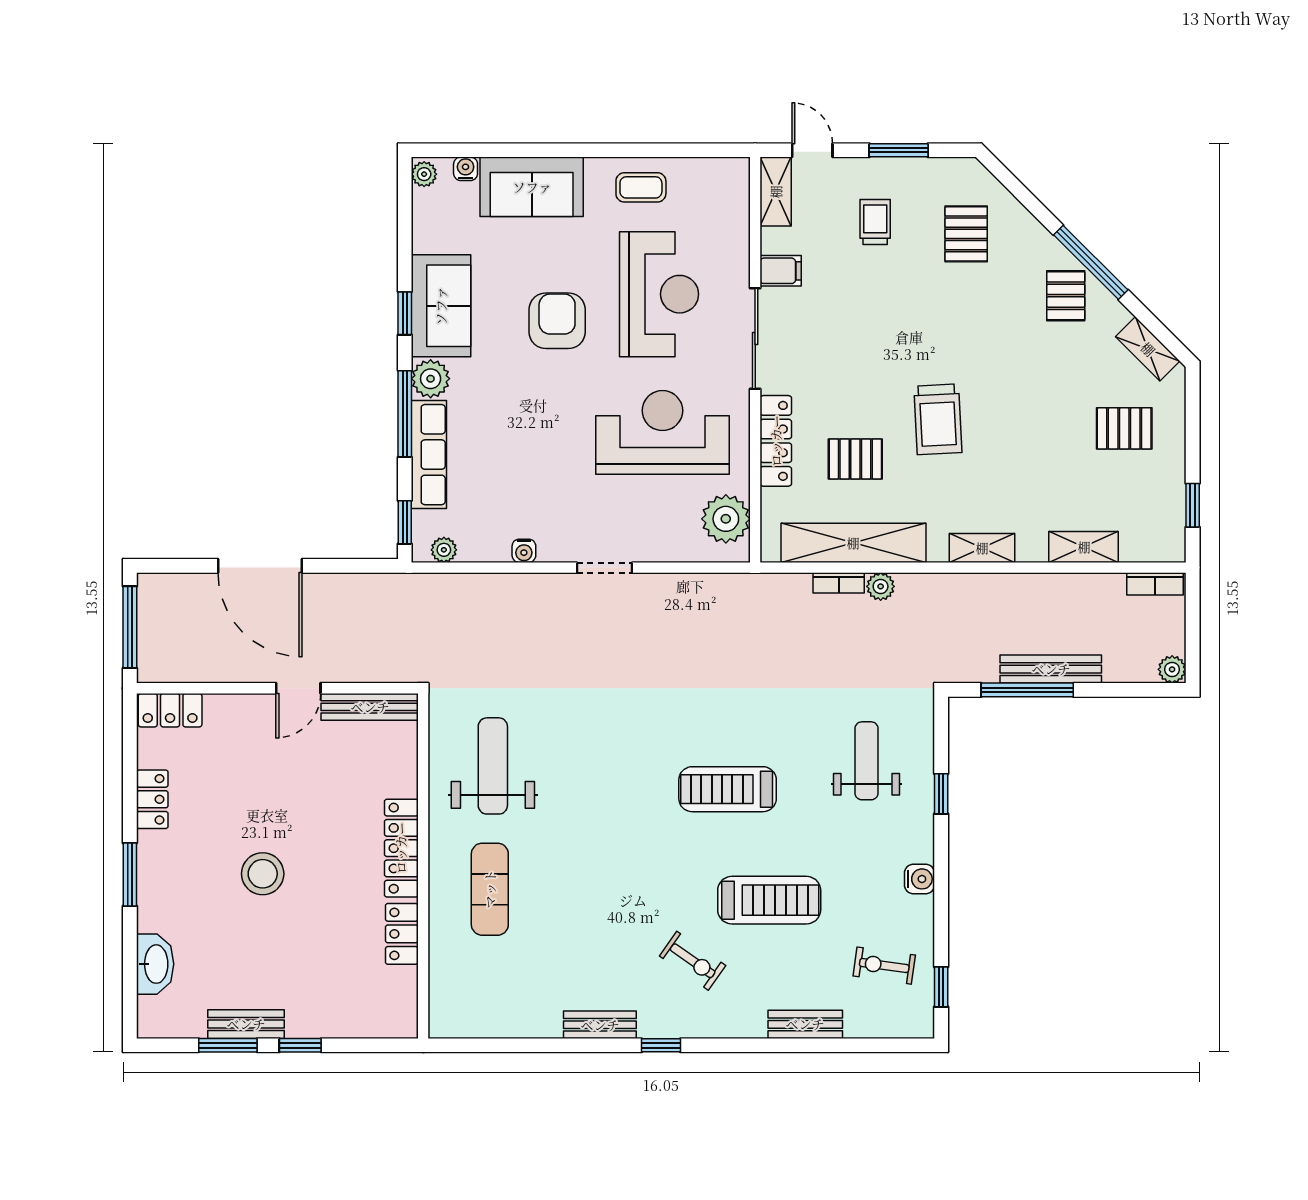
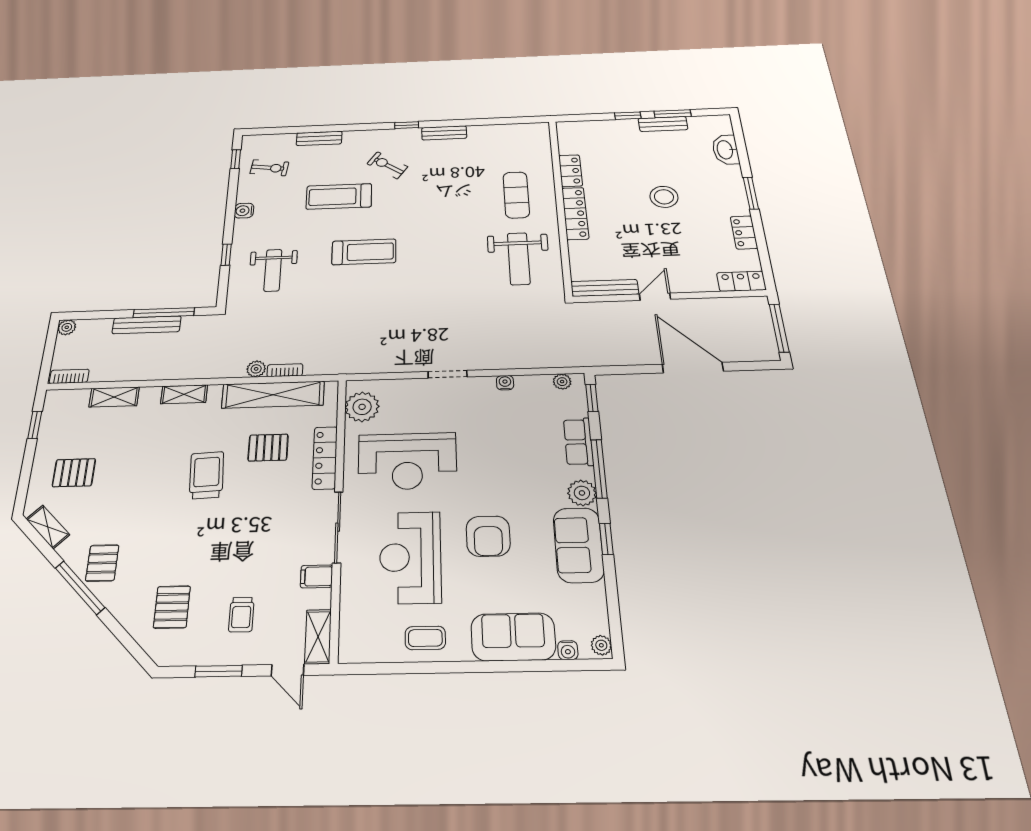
row of seats: (429, 455) -> (578, 442), width x0.68

